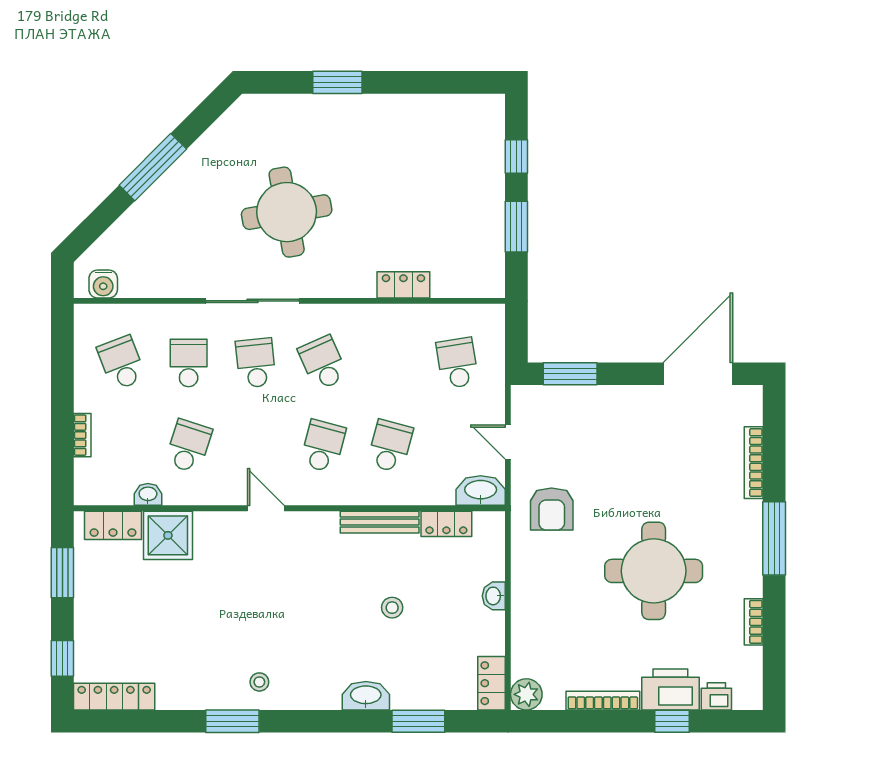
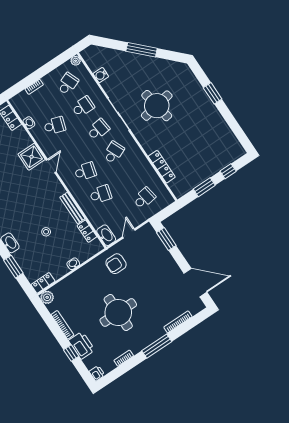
water cooler: (103, 284) -> (101, 75), moved
locker: (403, 285) -> (162, 167), width x1.53
plant: (85, 316) -> (76, 61), added
shower: (168, 535) -> (31, 157), moved
printer: (716, 696) -> (97, 373), moved

